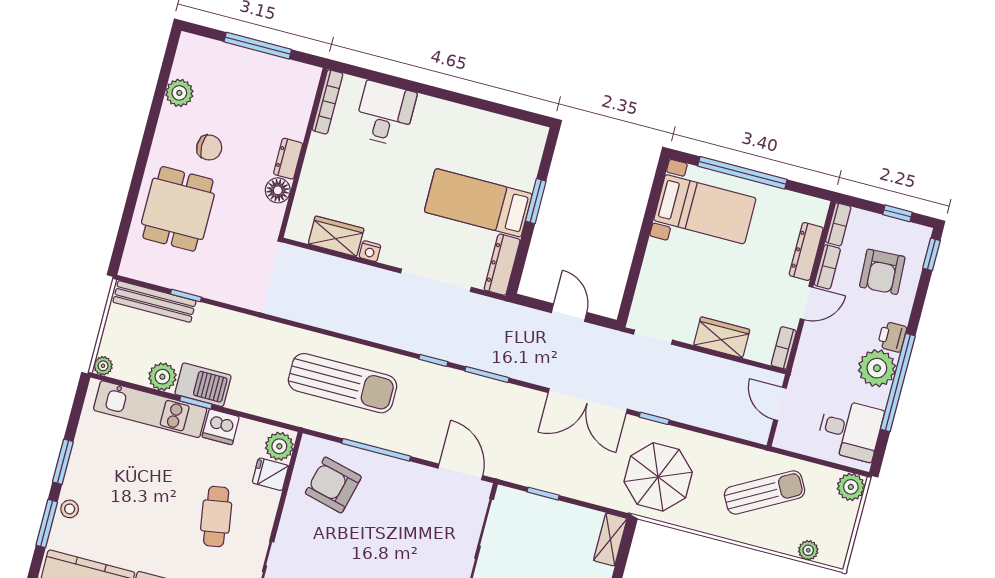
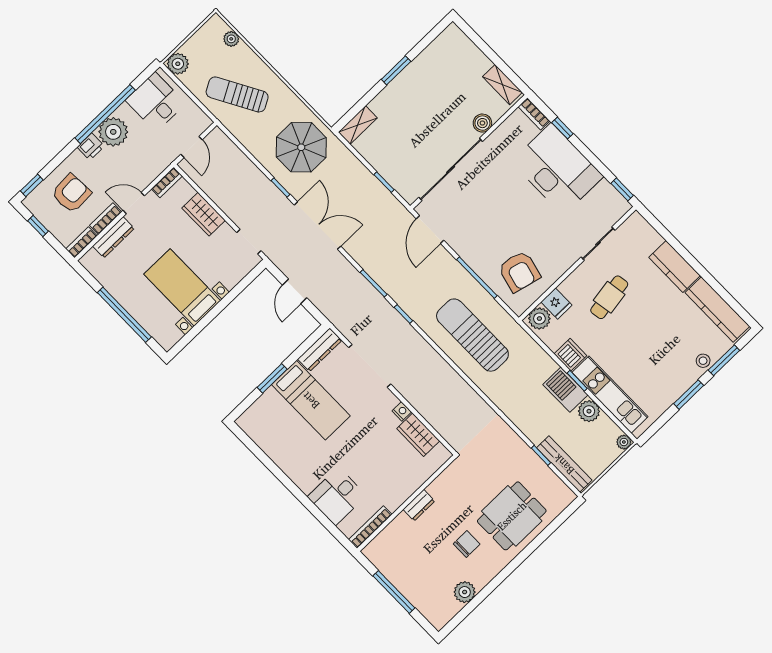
chair: (209, 147) -> (467, 544), turned 90
floor lamp: (278, 190) -> (438, 488), removed
bed with nightstands: (705, 209) -> (182, 287), moved

